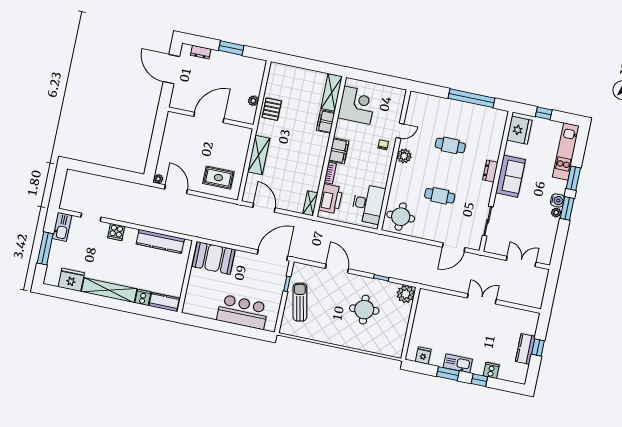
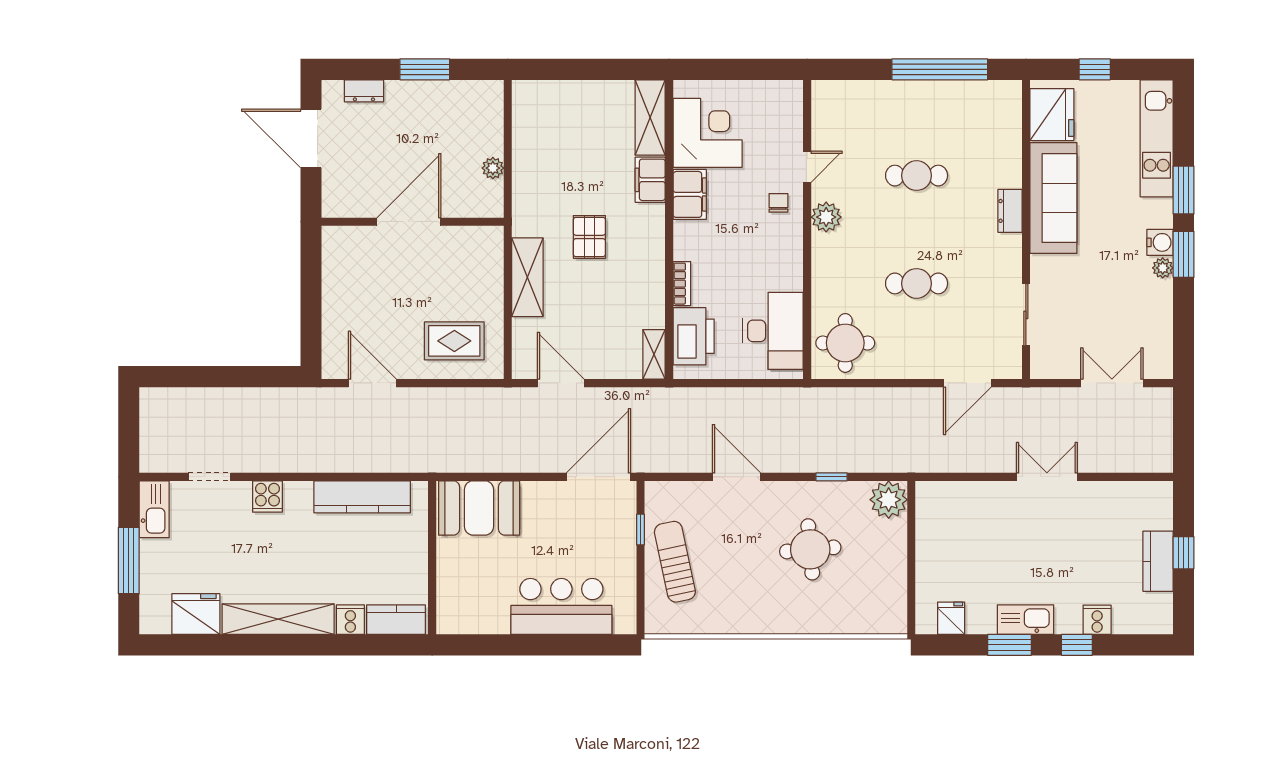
pallet: (272, 109) -> (589, 237), moved
filing cabinet: (339, 151) -> (690, 194), moved
sofa: (510, 176) -> (1053, 198), width x1.36
plant: (158, 179) -> (331, 369), removed

